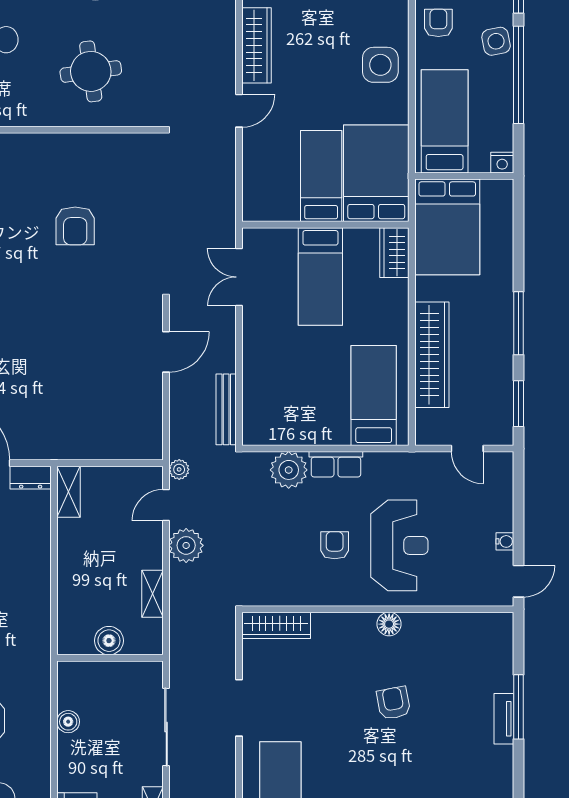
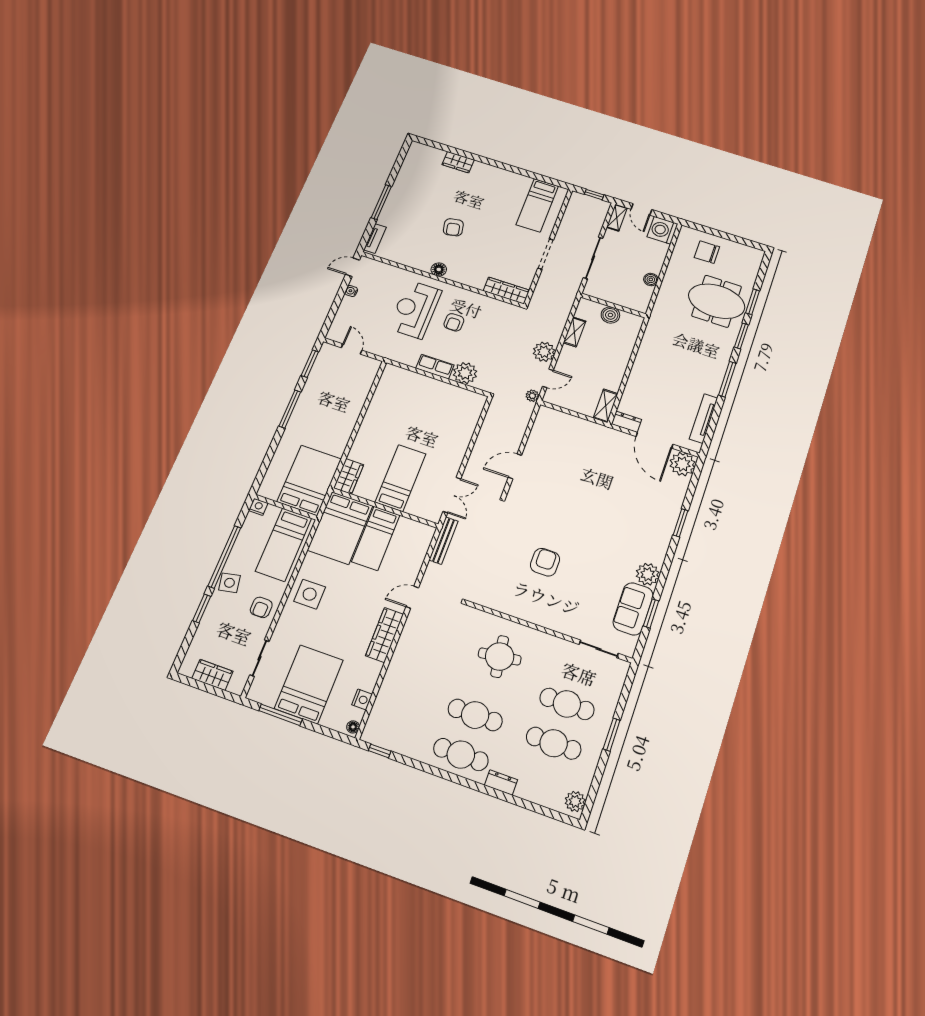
wardrobe: (432, 355) -> (351, 409), removed
bed: (374, 396) -> (396, 398), removed
bench: (226, 409) -> (444, 541), moved
tv unit: (504, 719) -> (375, 239), moved

